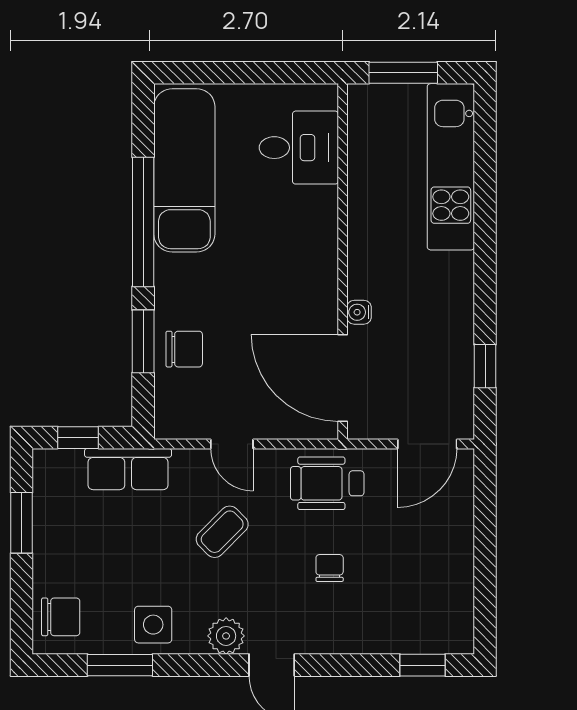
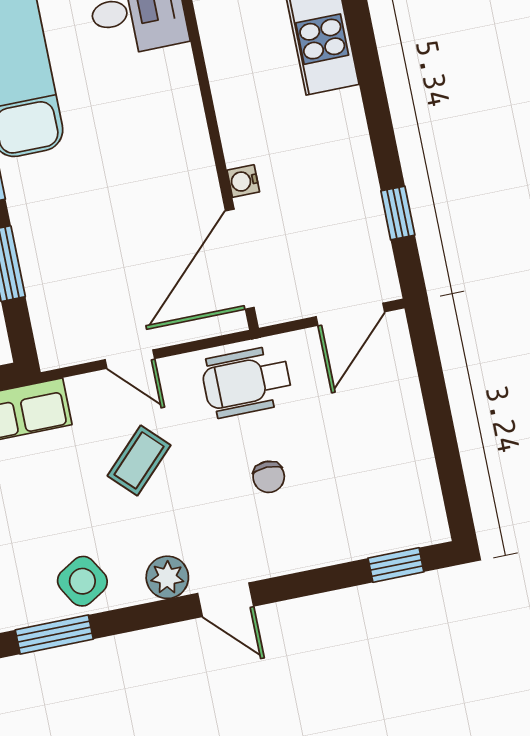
chair: (184, 349) -> (54, 263), removed
door: (343, 378) -> (240, 259), hinge flipped
chair: (330, 568) -> (269, 477), turned 180
side table: (153, 625) -> (82, 581), turned -31

